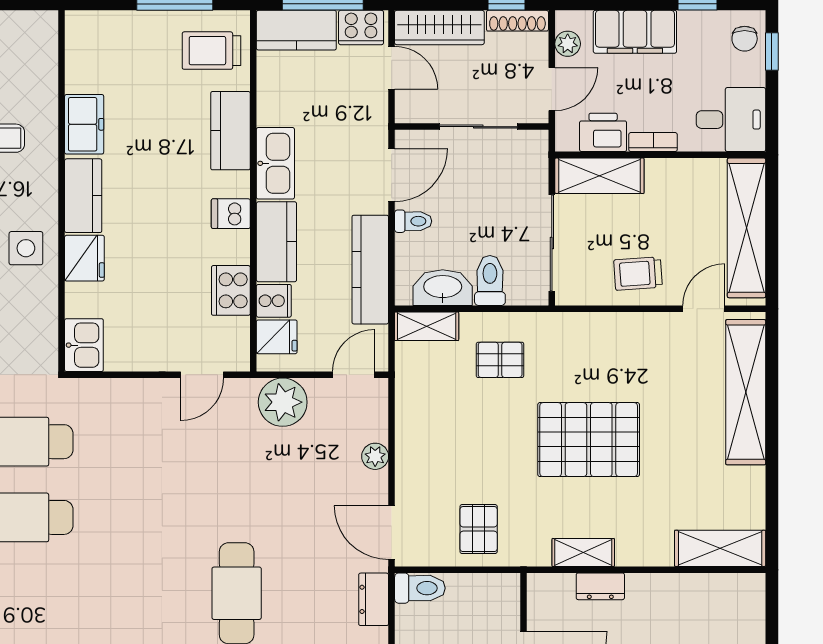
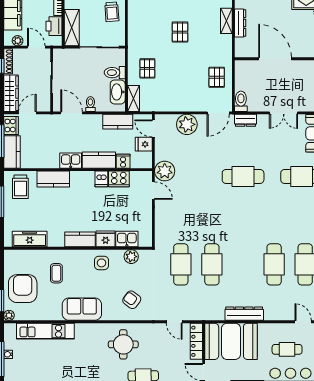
freezer: (84, 124) -> (30, 239), moved, width x1.40
kitchen sink: (275, 163) -> (71, 161), width x0.73
dishwasher: (231, 214) -> (101, 179), moved
kitchen counter: (370, 270) -> (118, 122), width x0.67
plant: (41, 321) -> (131, 257), added
fridge: (277, 337) -> (144, 144), moved, turned -90
kitchen sink: (84, 345) -> (127, 239), moved
plant: (283, 402) -> (165, 171), moved
pallet: (589, 440) -> (180, 32), width x0.49, depth x0.50
plant: (375, 456) -> (187, 124), width x1.88, depth x1.88
pallet: (479, 529) -> (217, 77), turned 90
shelving: (583, 553) -> (226, 21), moved
dresser: (600, 586) -> (240, 23), width x1.44

